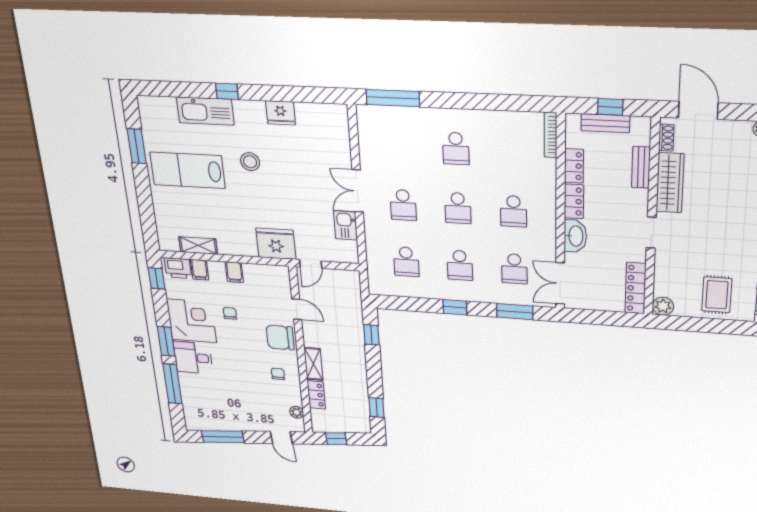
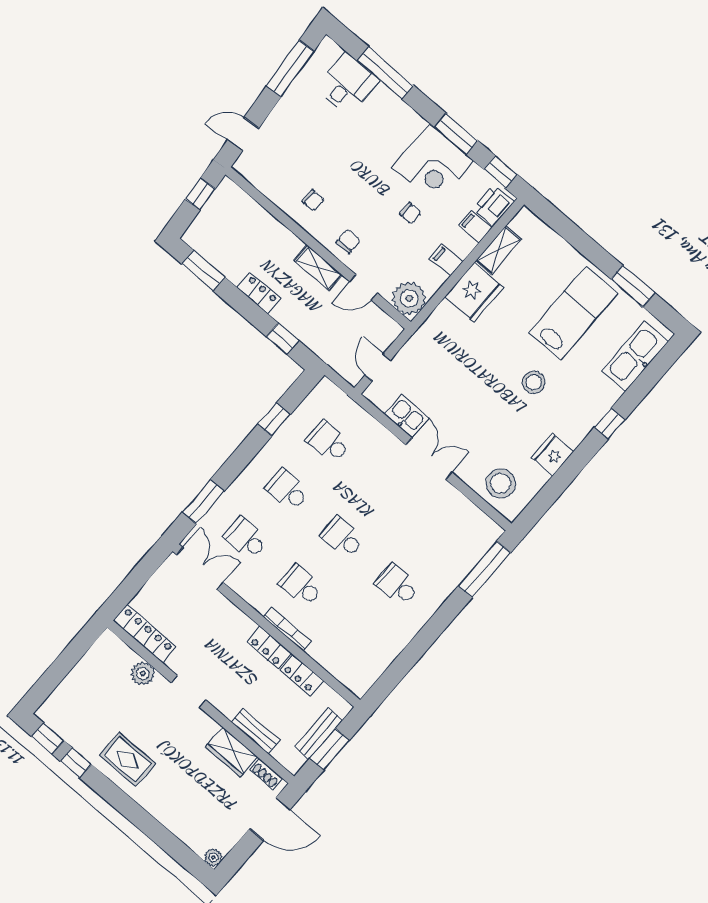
window: (610, 107) -> (330, 749), width x1.50
kitchen sink: (205, 111) -> (635, 356), moved
stool: (329, 132) -> (501, 483), added
bookcase: (551, 135) -> (287, 629), moved
wardrobe: (670, 183) -> (232, 752), width x0.67
school desk: (403, 205) -> (384, 489), removed
washbasin: (575, 236) -> (236, 621), removed
fridge: (276, 244) -> (474, 292), moved
door: (311, 264) -> (378, 368), moved
rug: (717, 295) -> (127, 759), moved
plant: (663, 306) -> (143, 673), moved
window: (455, 307) -> (274, 419), moved
chair: (280, 338) -> (348, 241), width x0.54, depth x0.54
window: (166, 341) -> (456, 134), moved
desk: (193, 358) -> (347, 84), moved
shelving: (313, 364) -> (318, 268), moved
locker: (316, 395) -> (259, 293), moved, turned 180
window: (377, 408) -> (203, 271), width x1.50
plant: (297, 412) -> (409, 298), moved, width x1.88, depth x1.88

